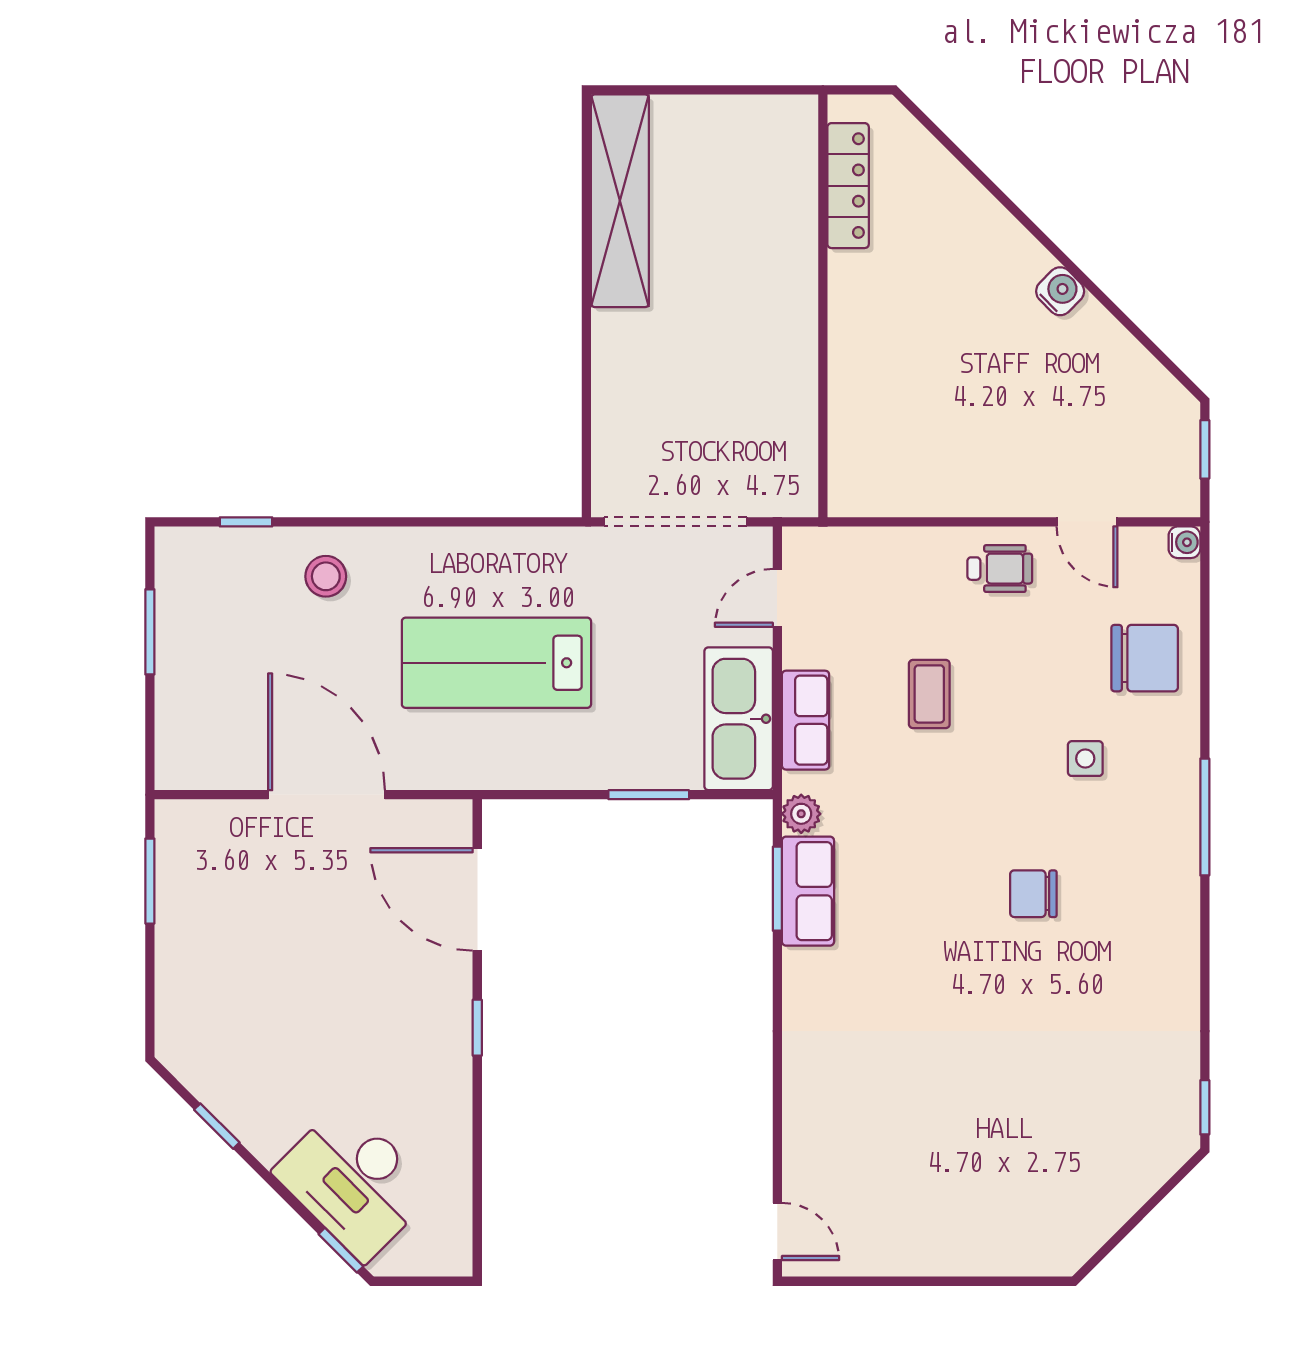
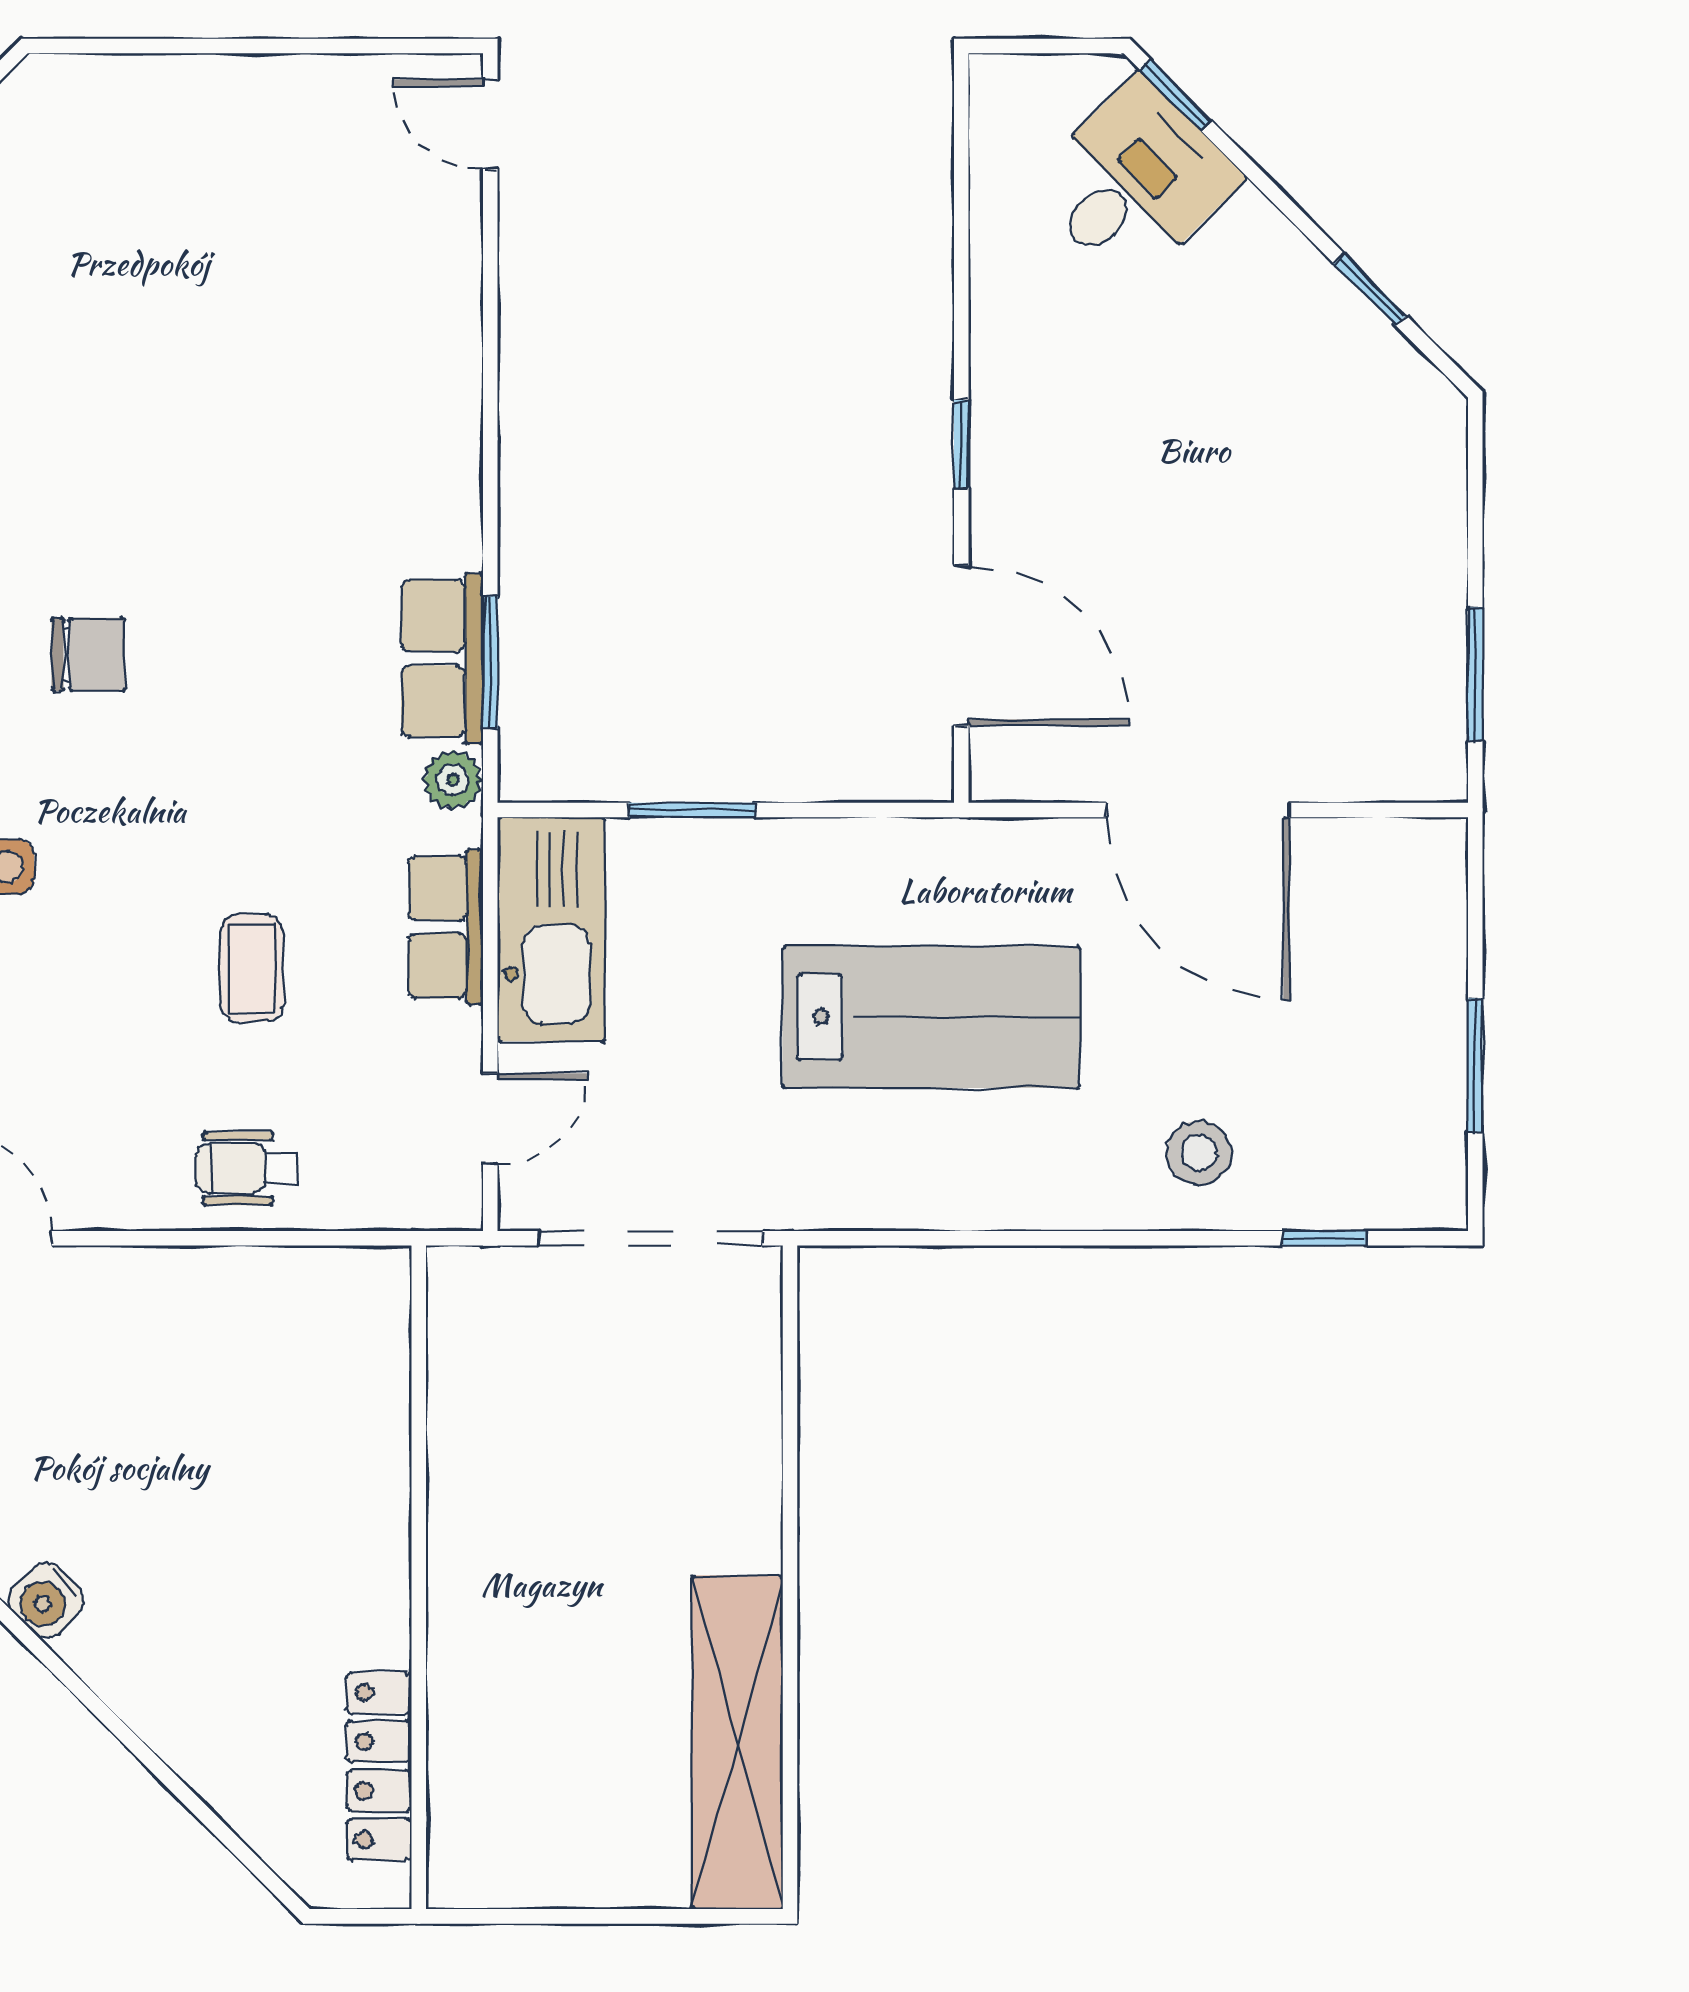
wheelchair: (1000, 569) -> (246, 1168), moved
desk: (354, 1182) -> (1135, 182), width x0.73

